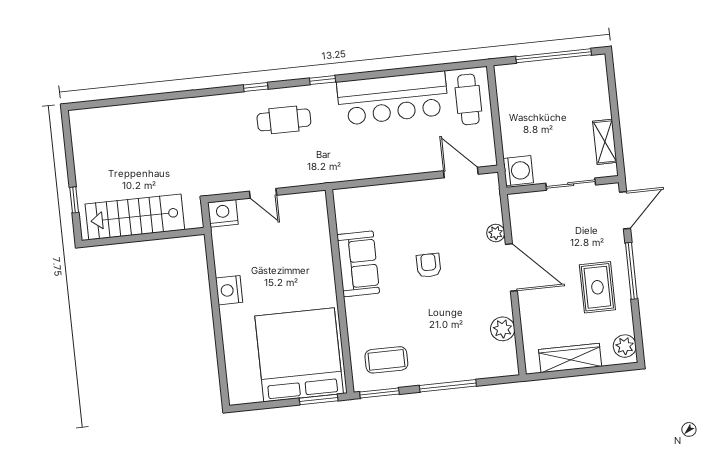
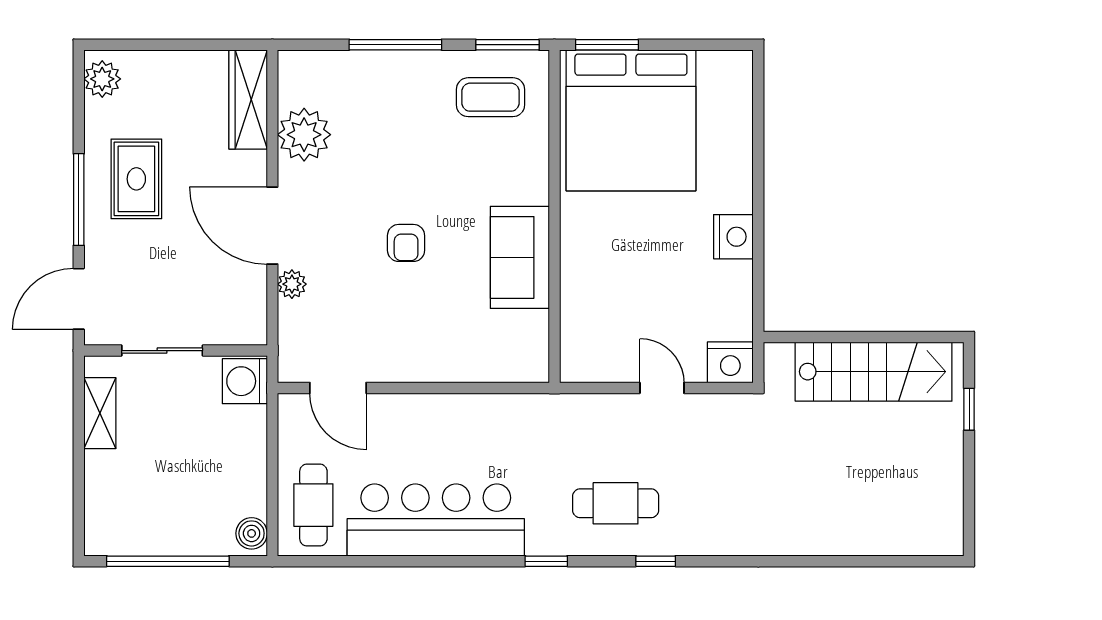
boiler: (504, 78) -> (252, 533), added
plant: (503, 329) -> (304, 135), width x1.36, depth x1.36
wardrobe: (570, 358) -> (248, 99), moved, turned 90

